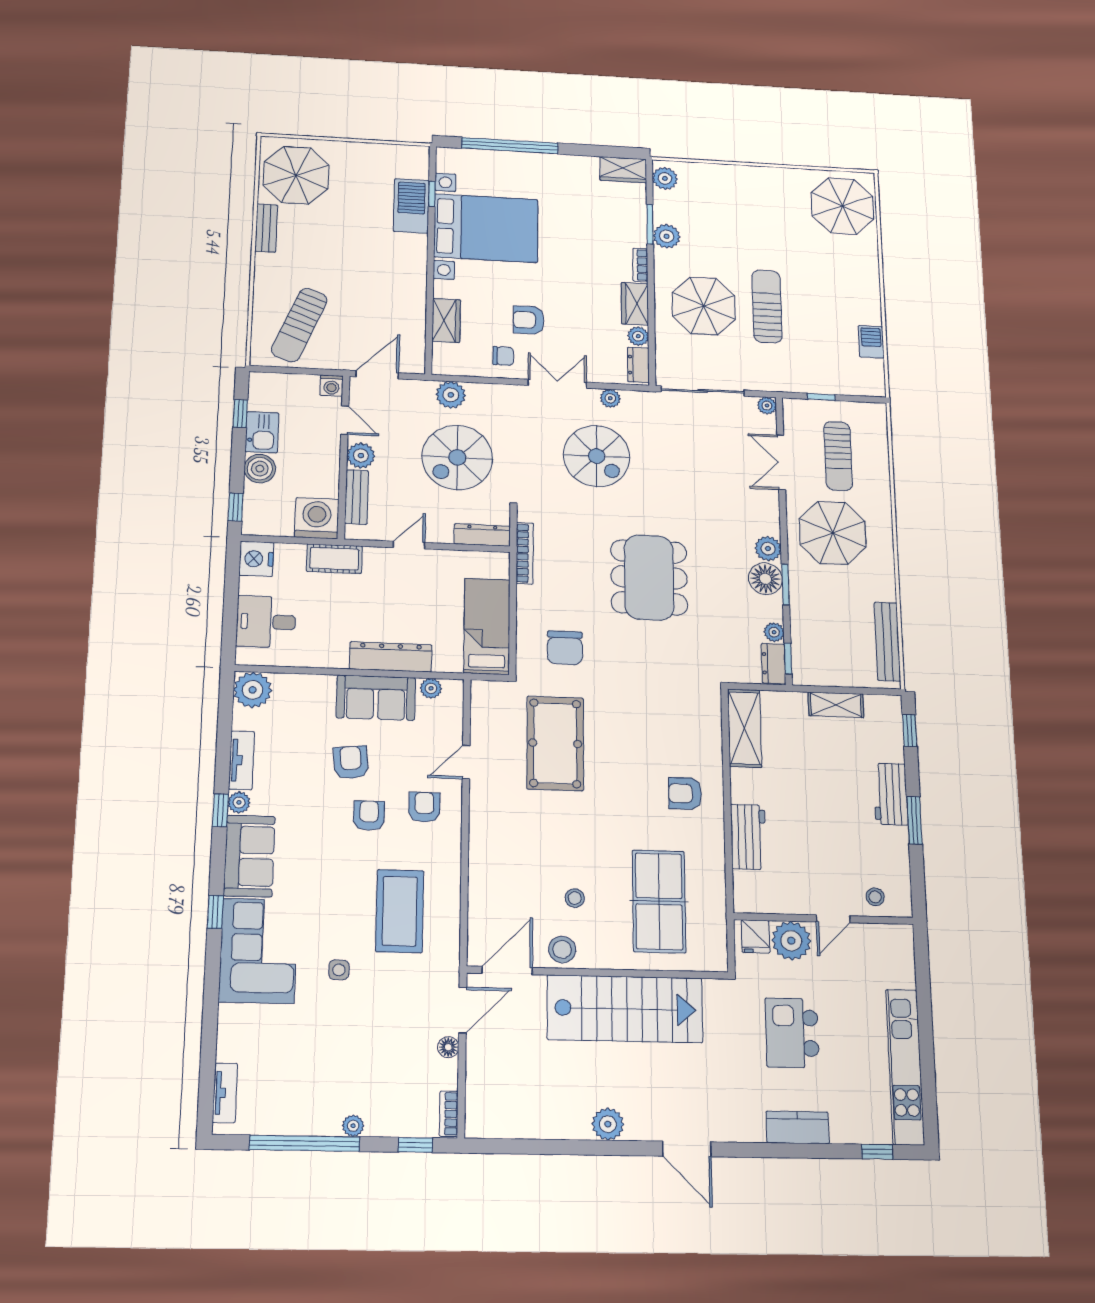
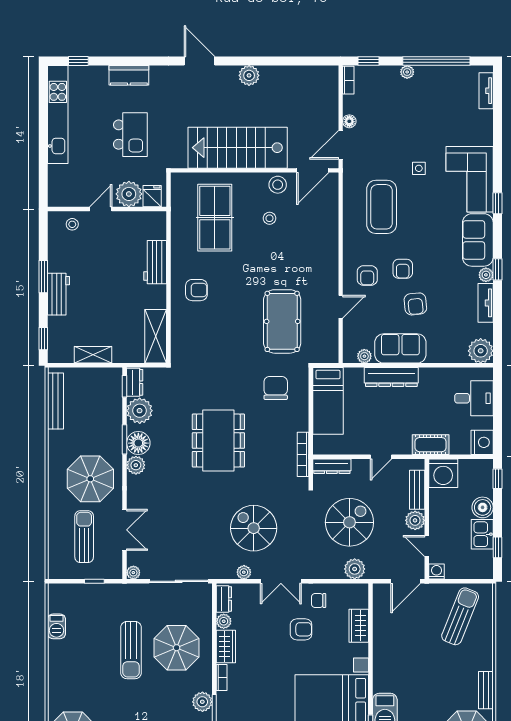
plant: (774, 632) -> (140, 411), width x1.87, depth x1.87

